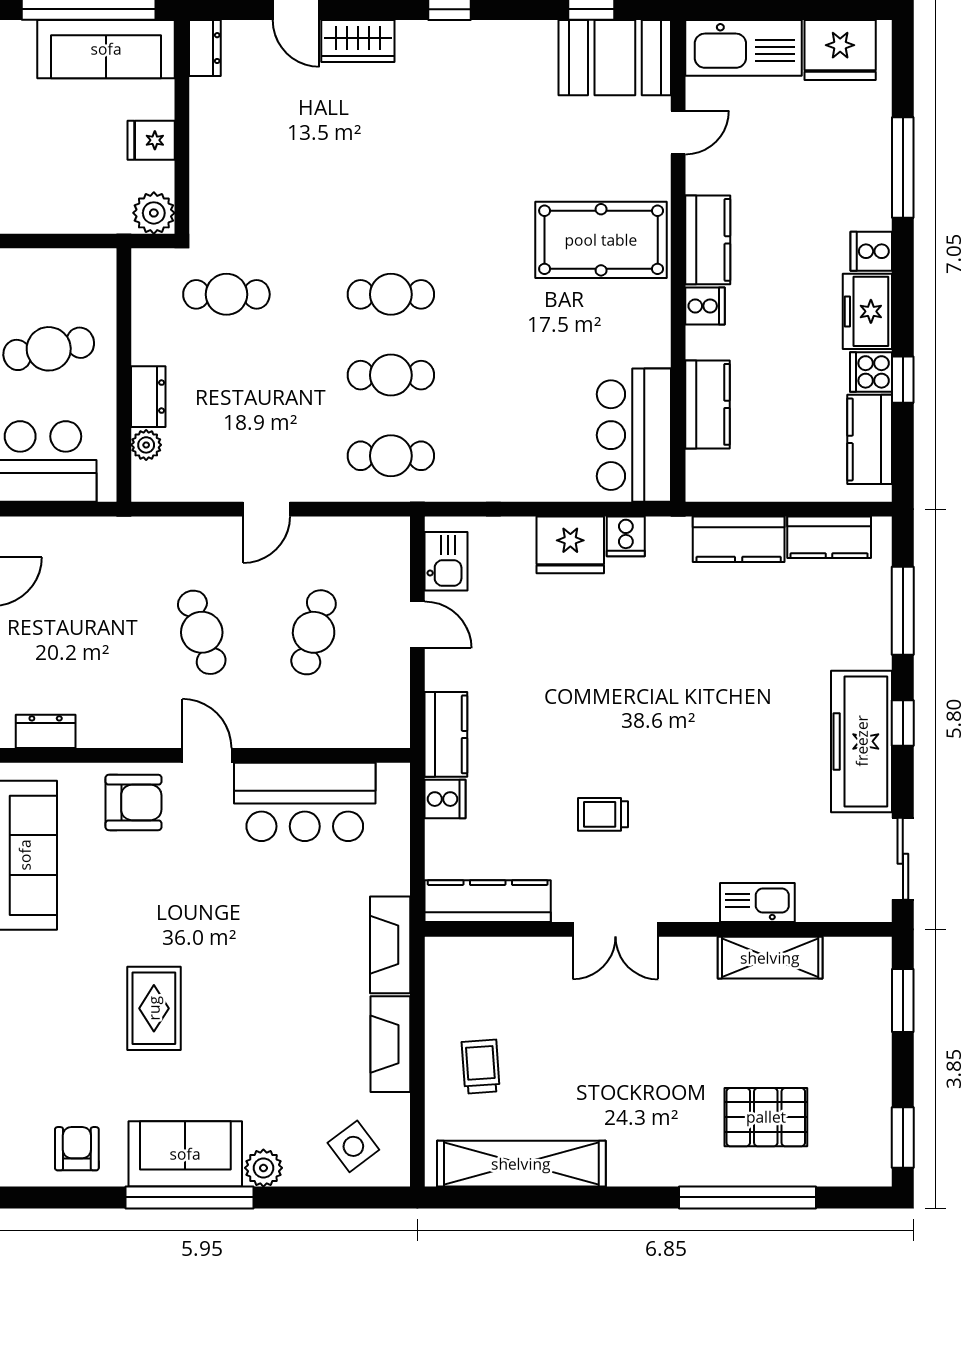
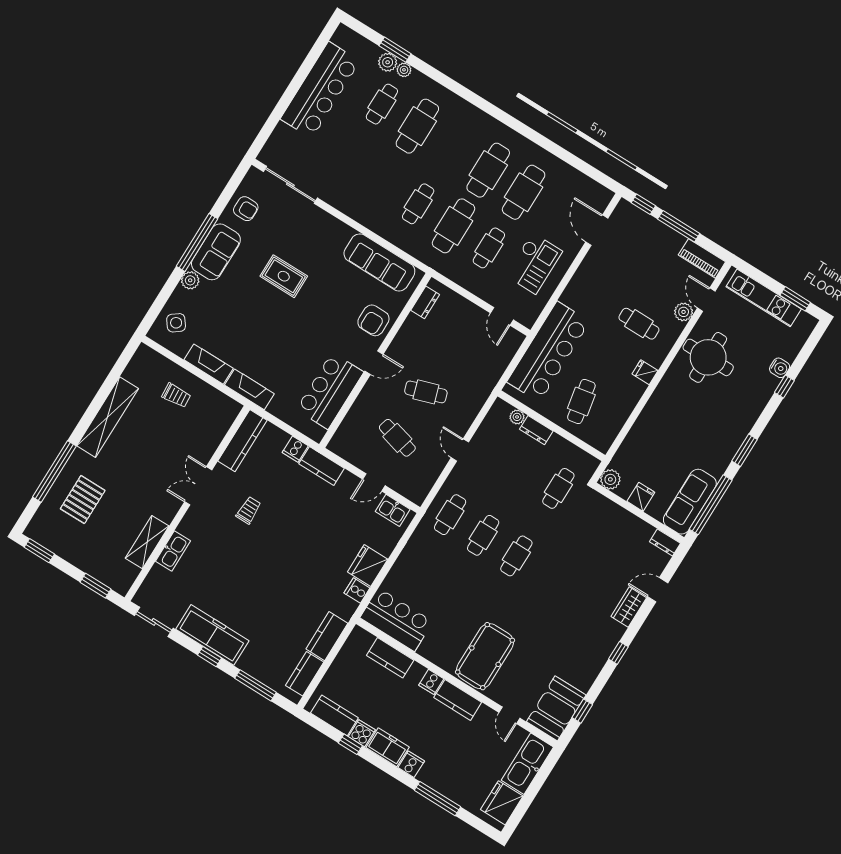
shelving: (521, 1164) -> (108, 417), moved

